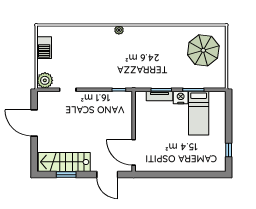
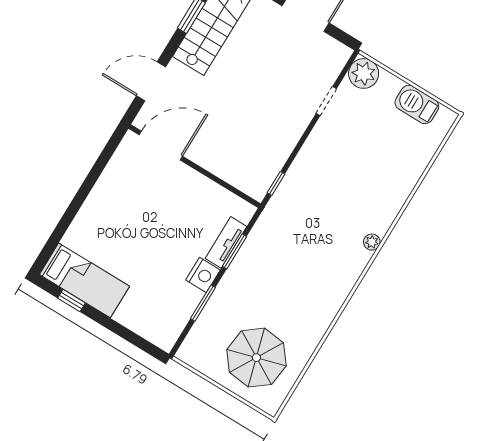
bed: (199, 113) -> (84, 280), moved, turned 180

